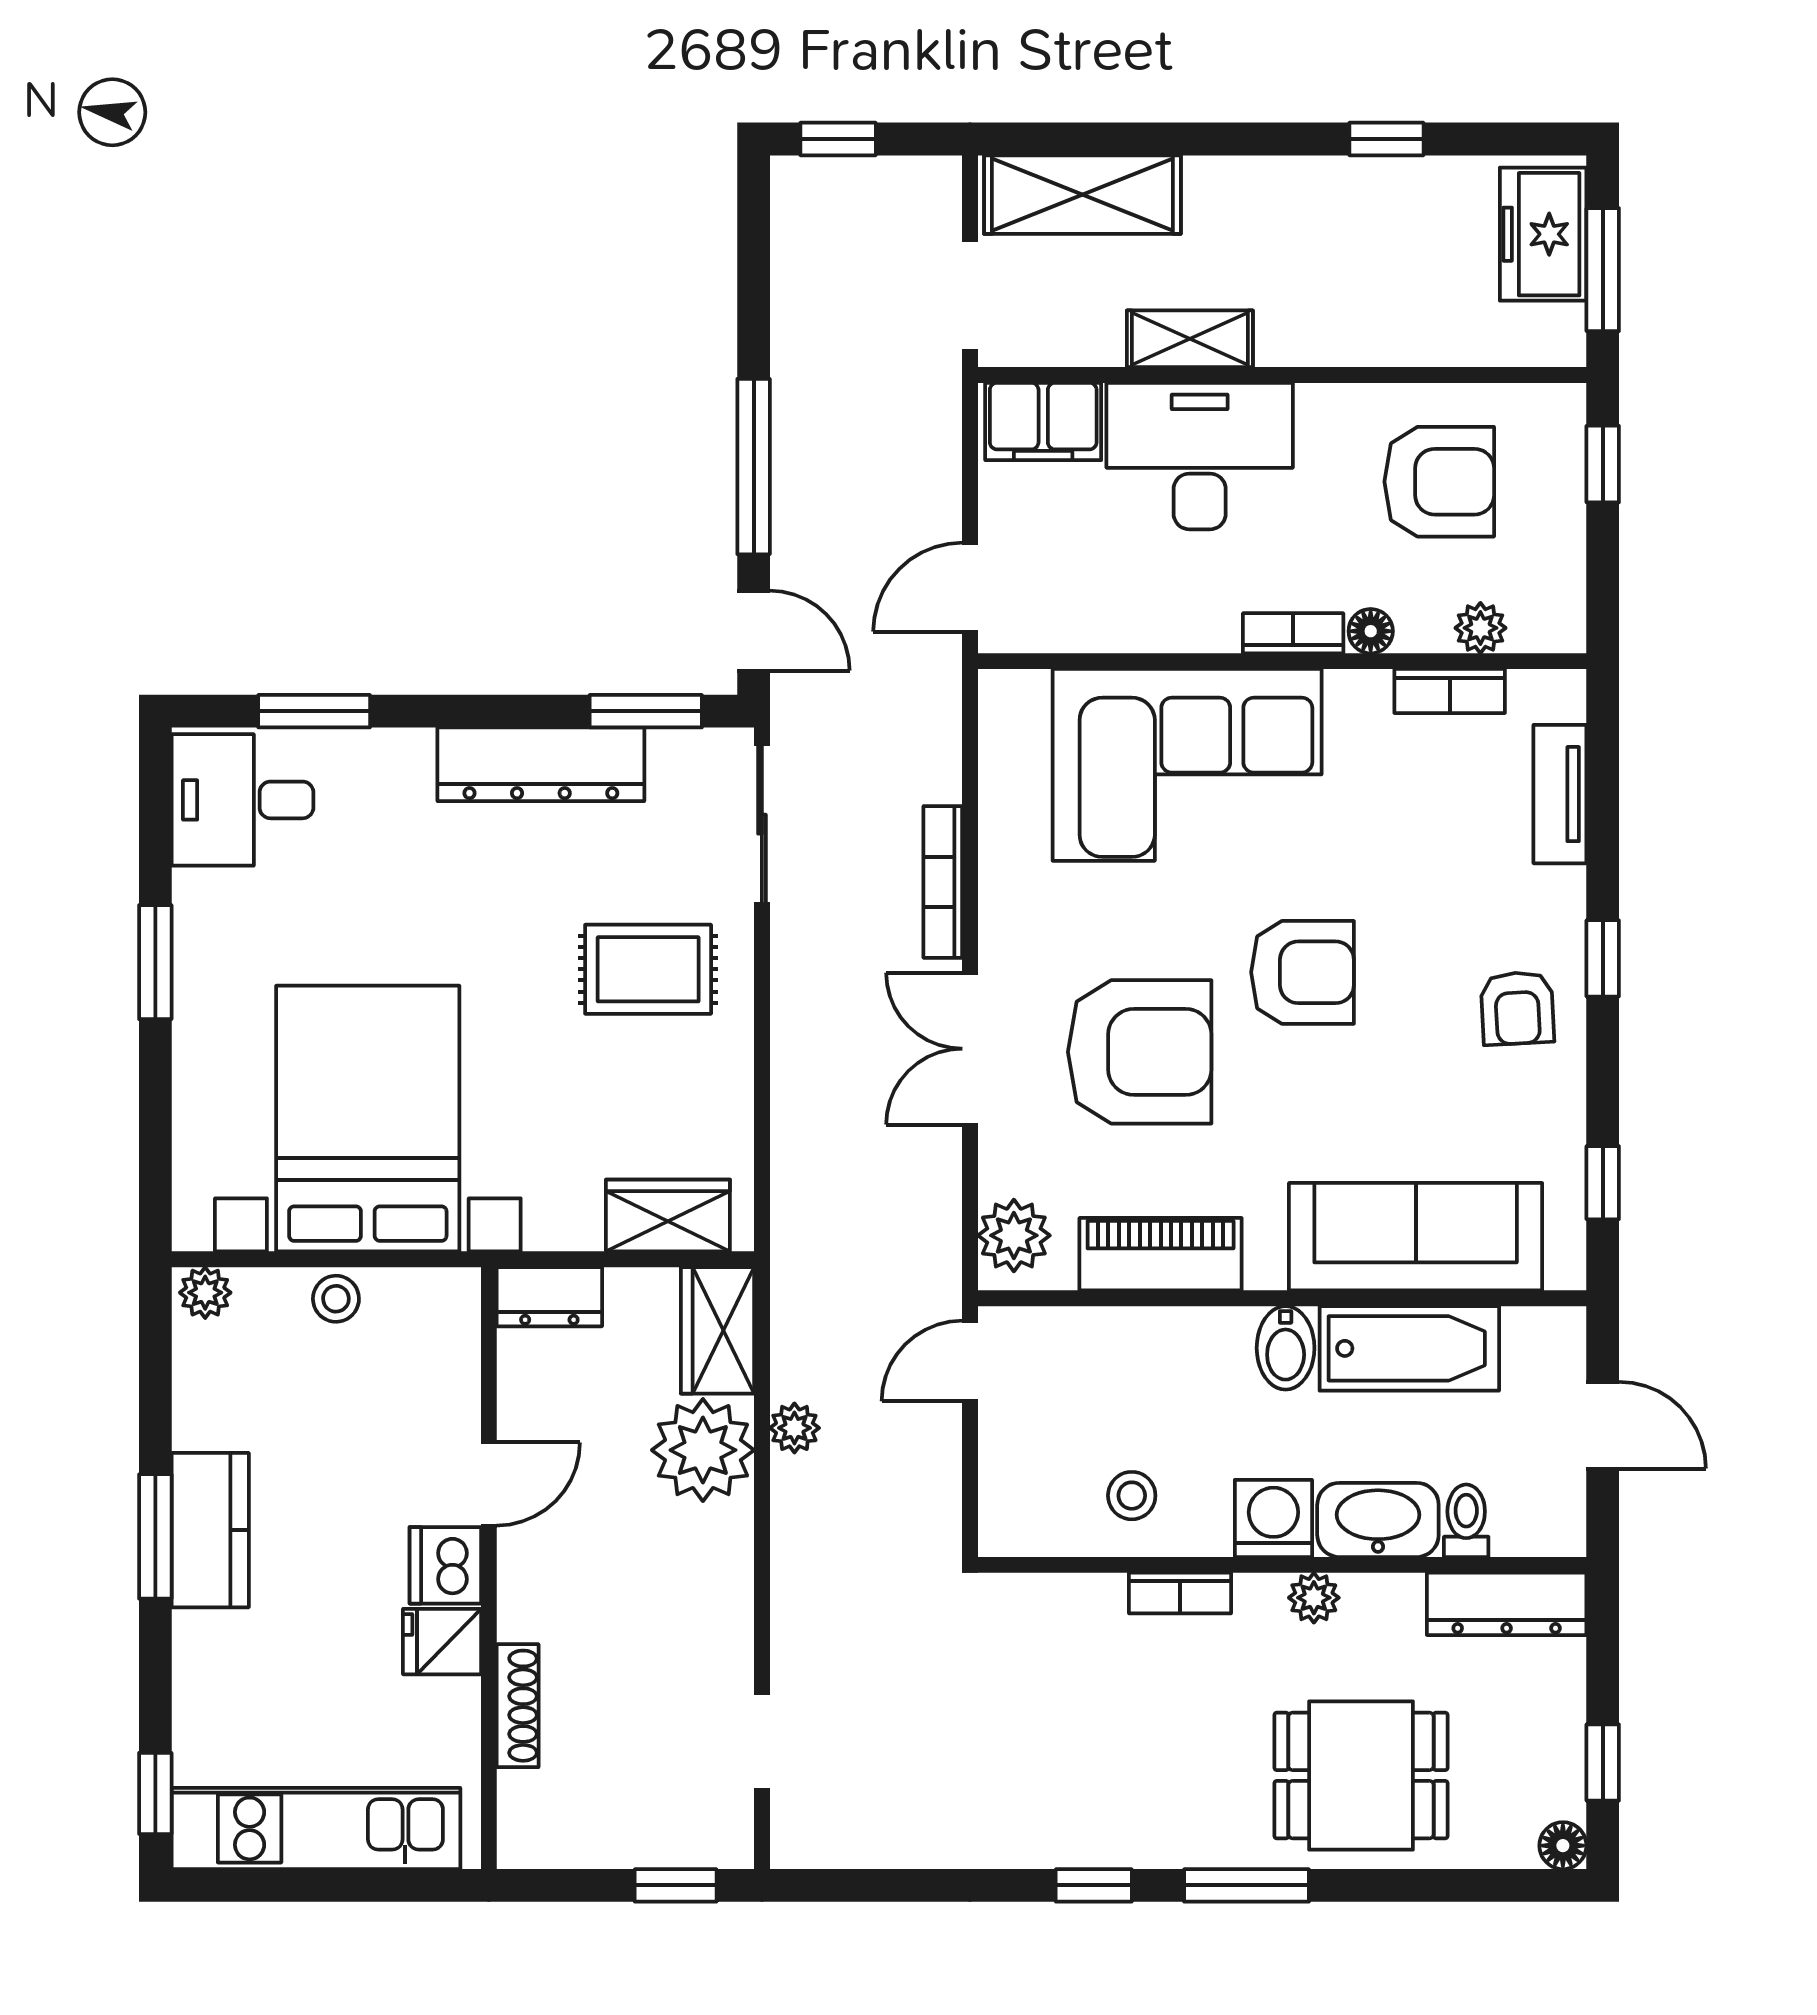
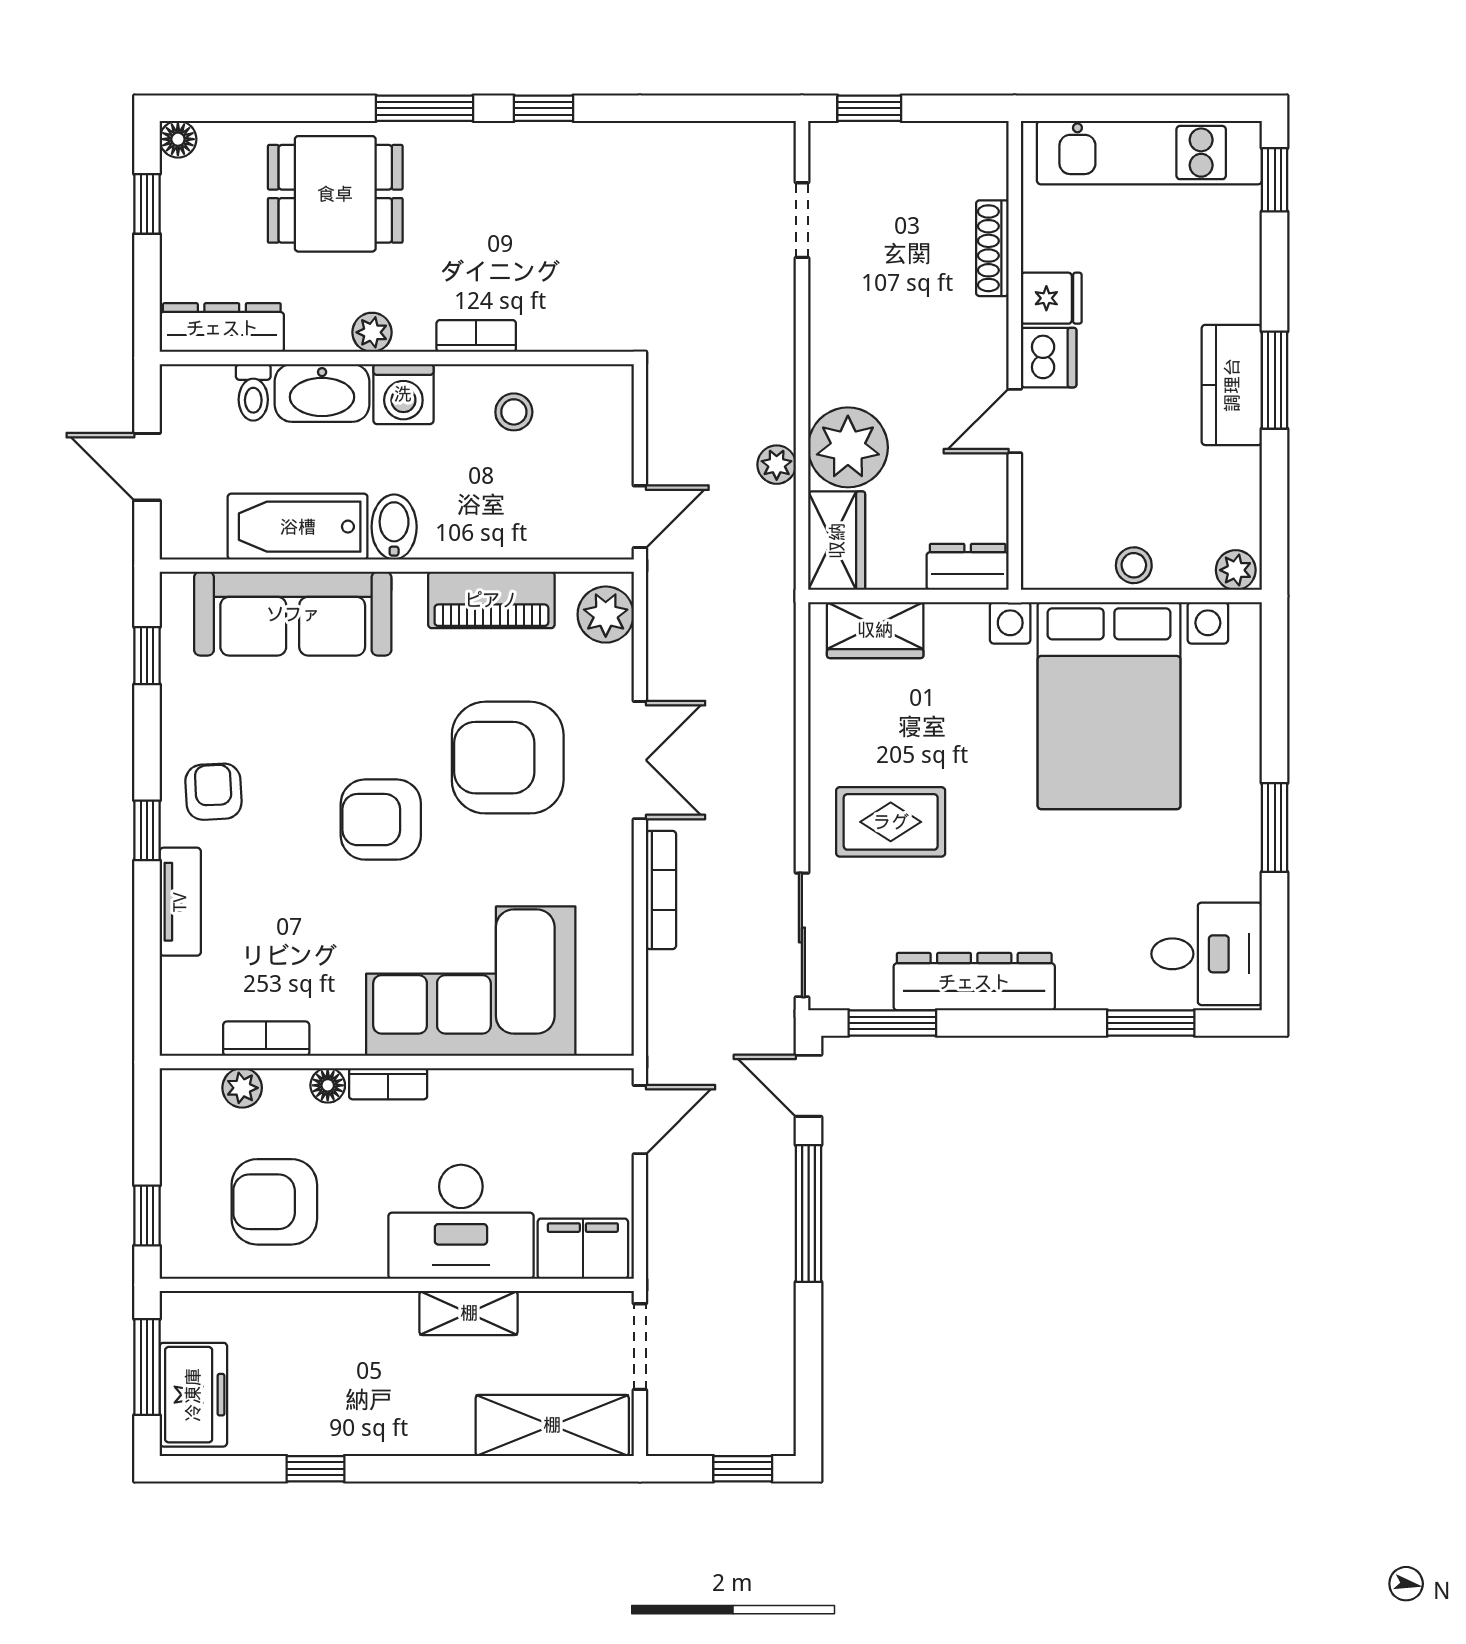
tv unit: (1560, 794) -> (180, 902), moved

